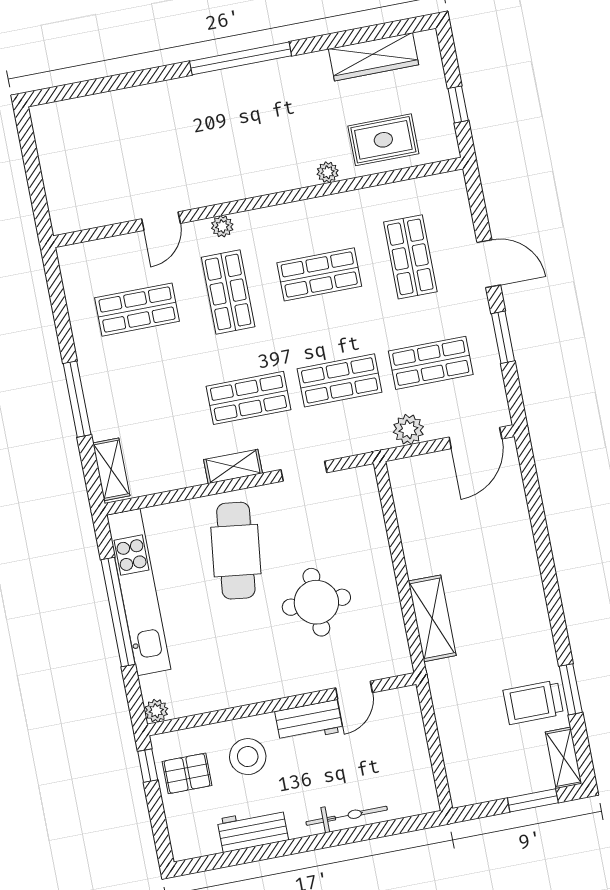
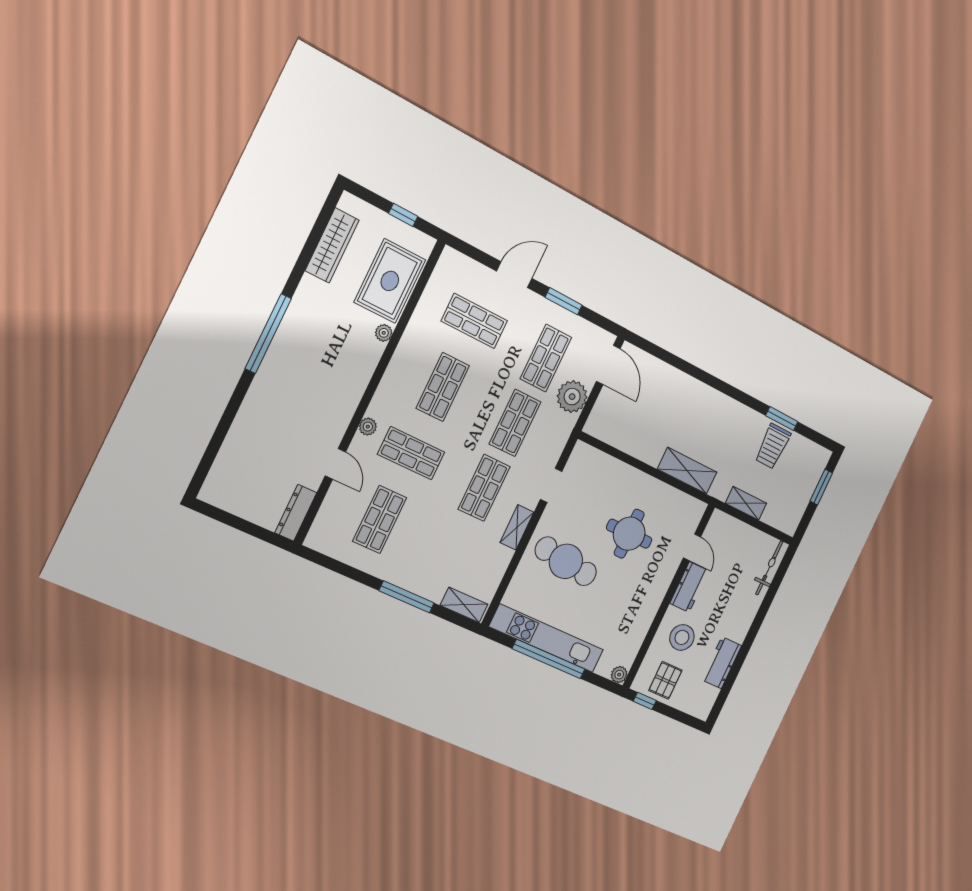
rug: (383, 140) -> (390, 281), width x1.36, depth x1.43
dresser: (83, 217) -> (296, 513), added
plant: (408, 429) -> (572, 397), width x1.36, depth x1.36
shelving: (564, 758) -> (746, 503), moved
bicycle: (347, 816) -> (769, 568), moved

